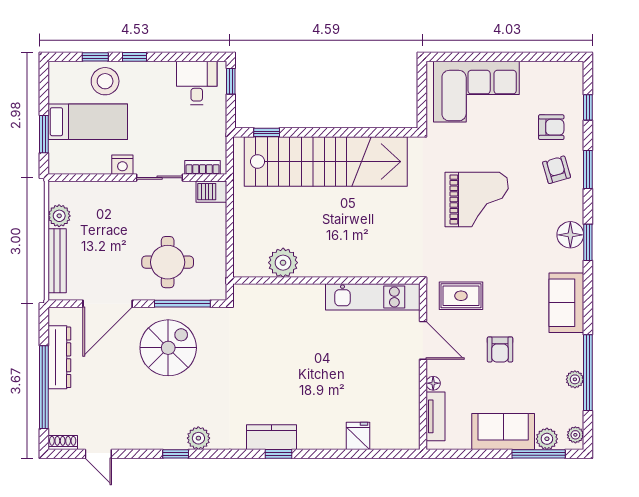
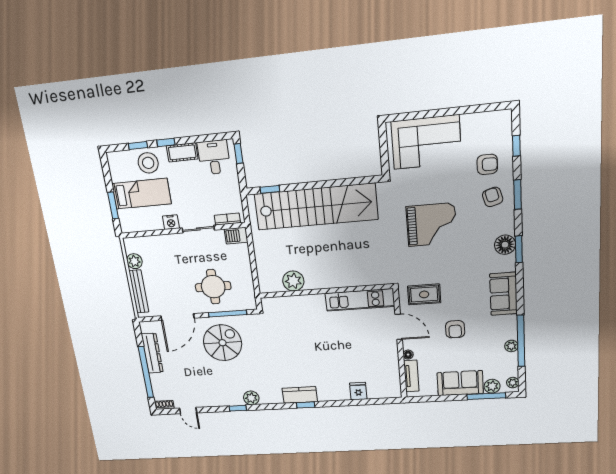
cot: (155, 72) -> (182, 152), added

